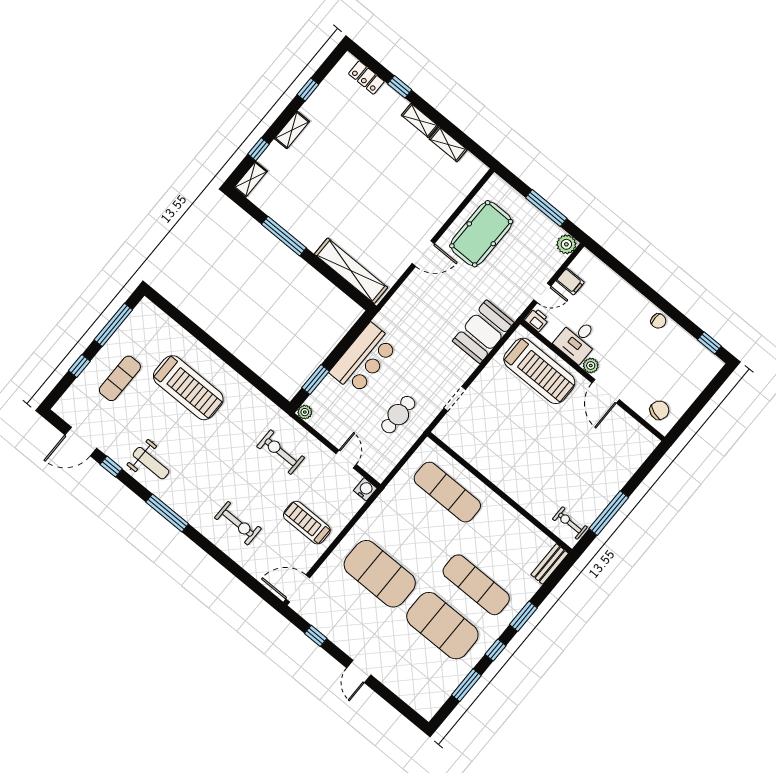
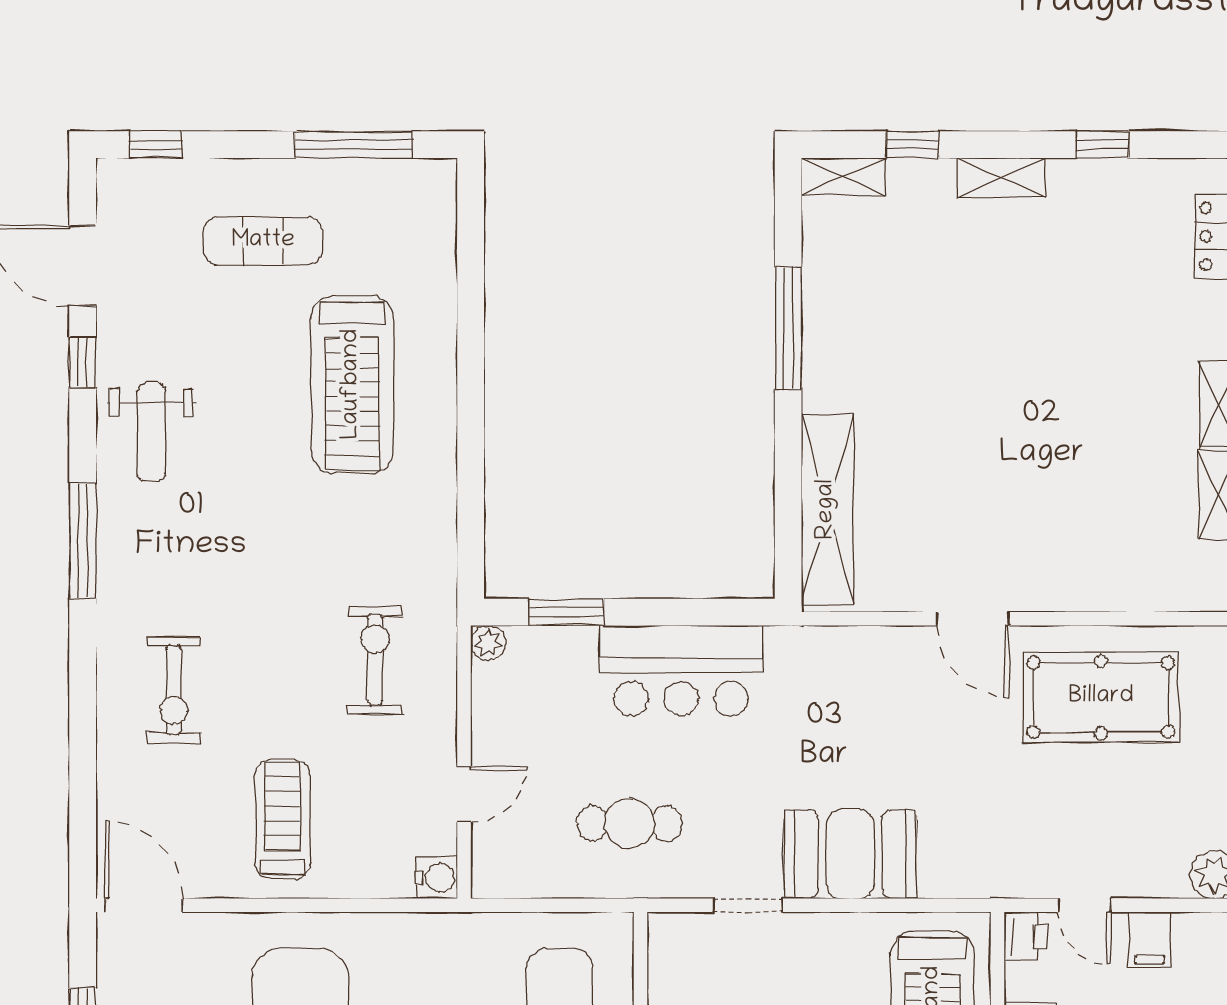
booth: (483, 332) -> (850, 854), moved
window: (79, 366) -> (156, 145), moved

